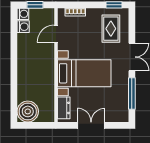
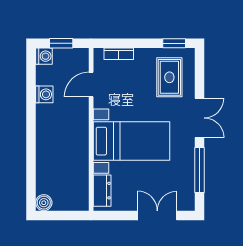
washing machine: (23, 27) -> (44, 94), moved
boiler: (28, 111) -> (44, 203), width x0.54, depth x0.54
double door: (91, 125) -> (157, 215), moved

